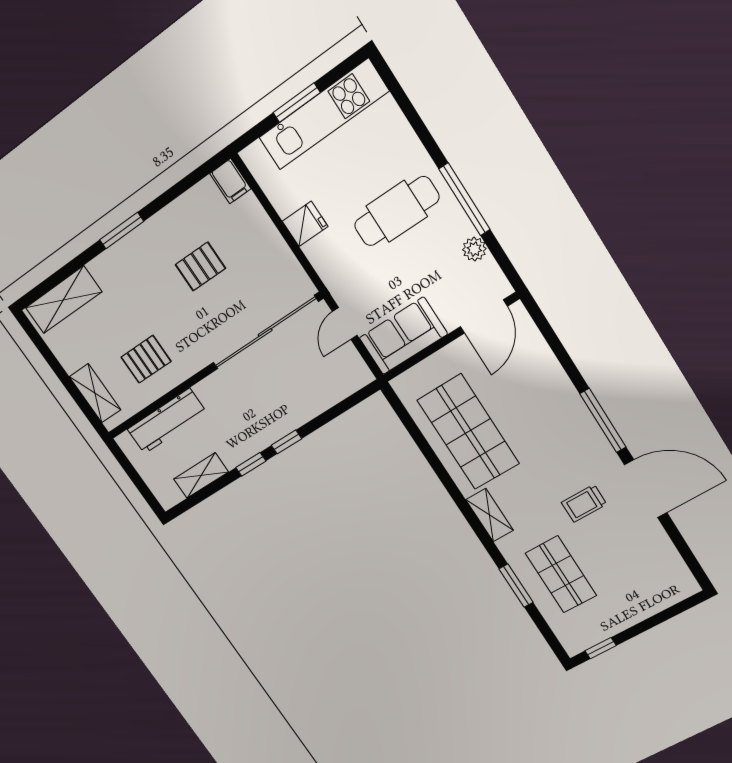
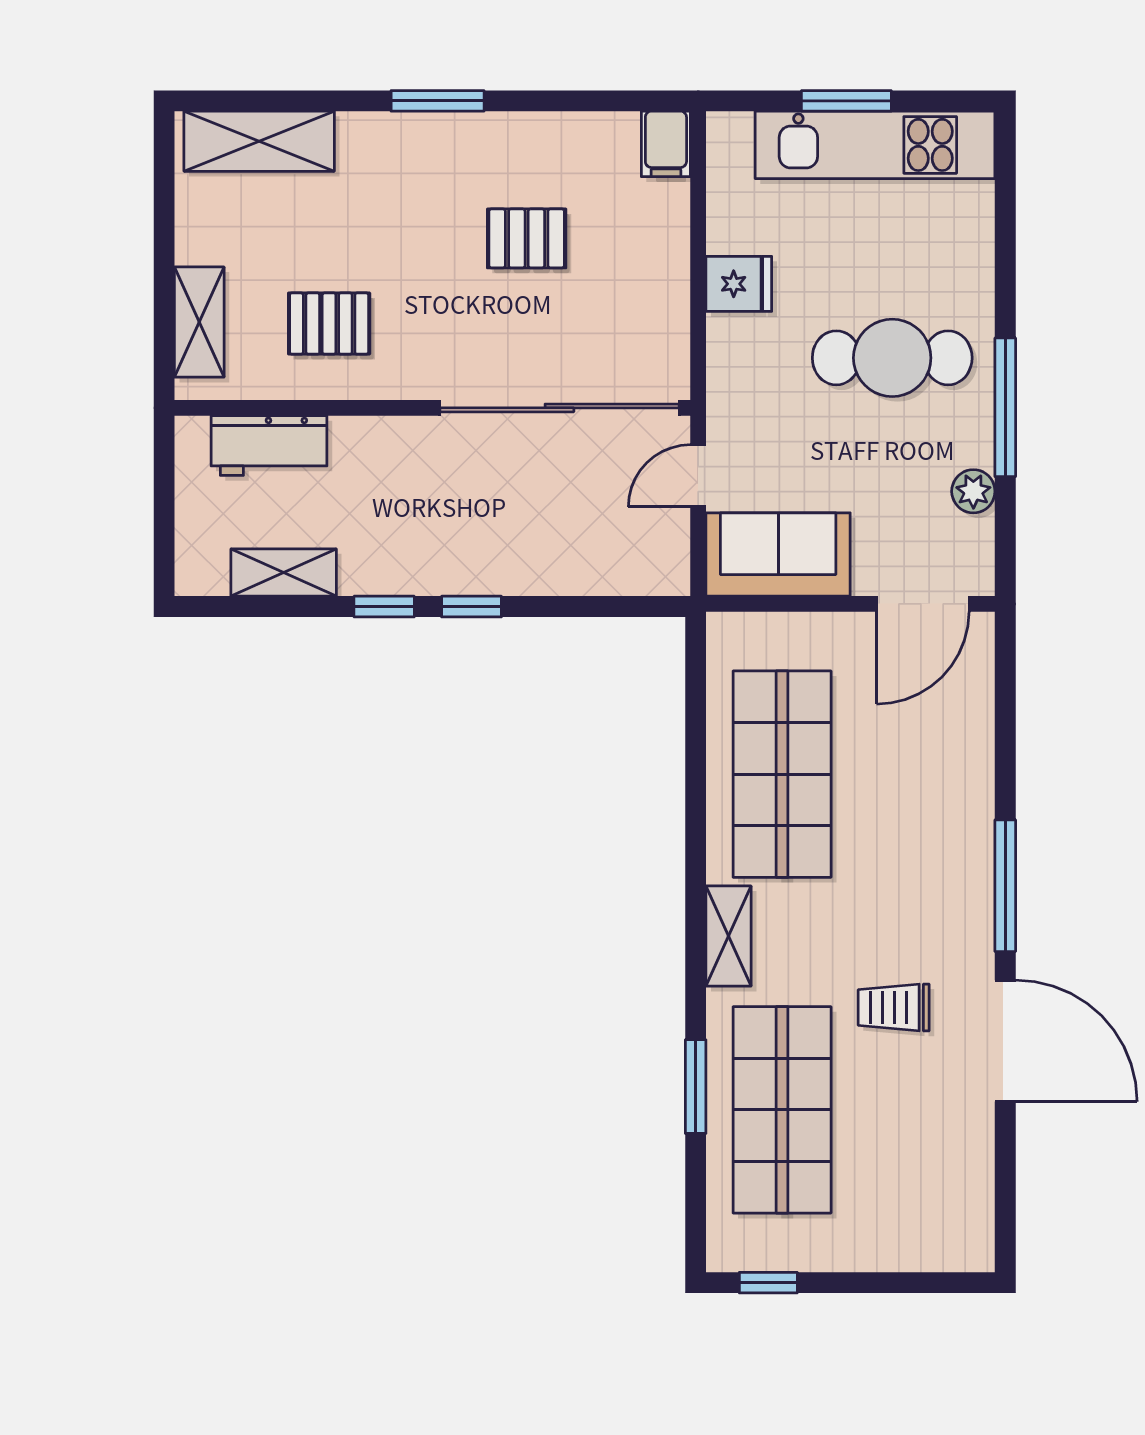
workbench: (167, 421) -> (269, 446), width x0.73
shop shelf: (561, 574) -> (782, 1110), width x1.43, depth x1.36

